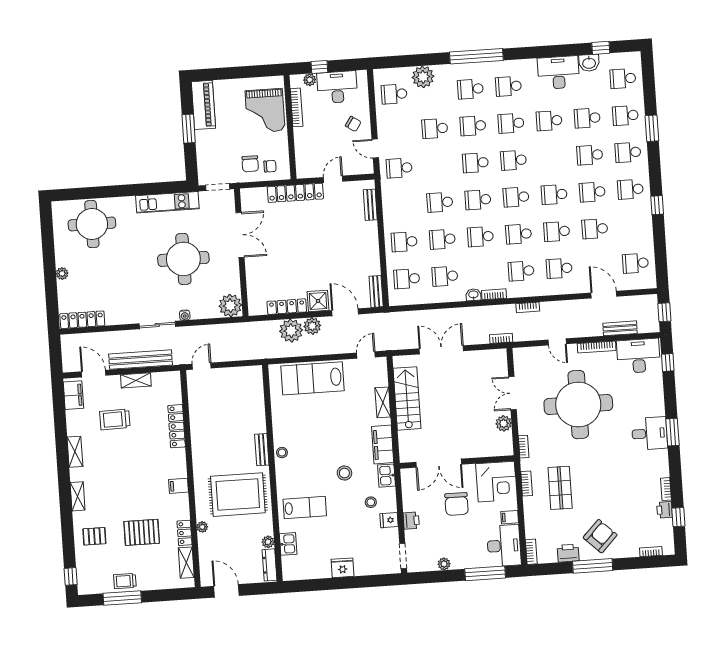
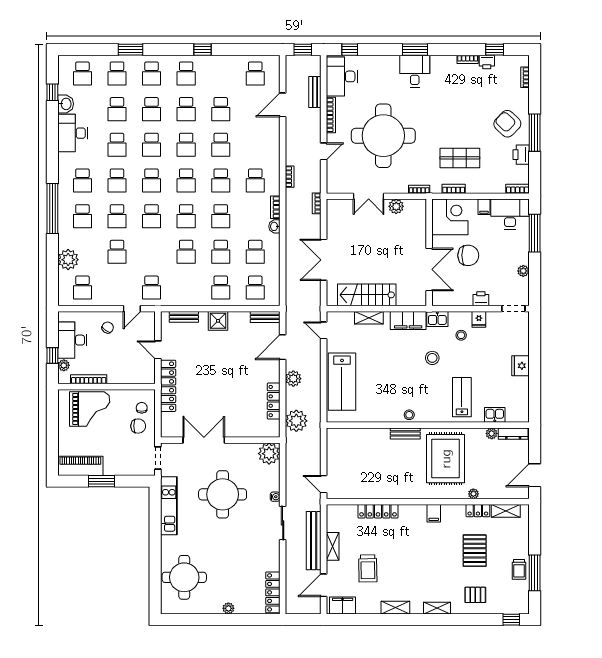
school desk: (559, 268) -> (152, 145), moved
shower: (318, 301) -> (218, 321), moved
plant: (291, 331) -> (296, 421), moved
pallet: (94, 536) -> (475, 595), turned 90

